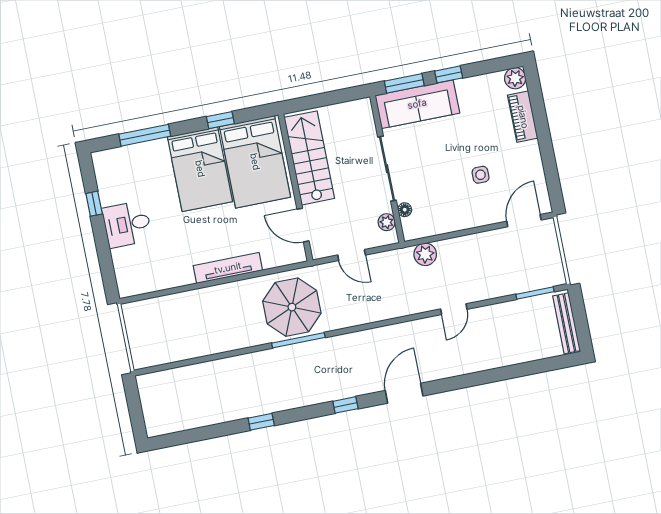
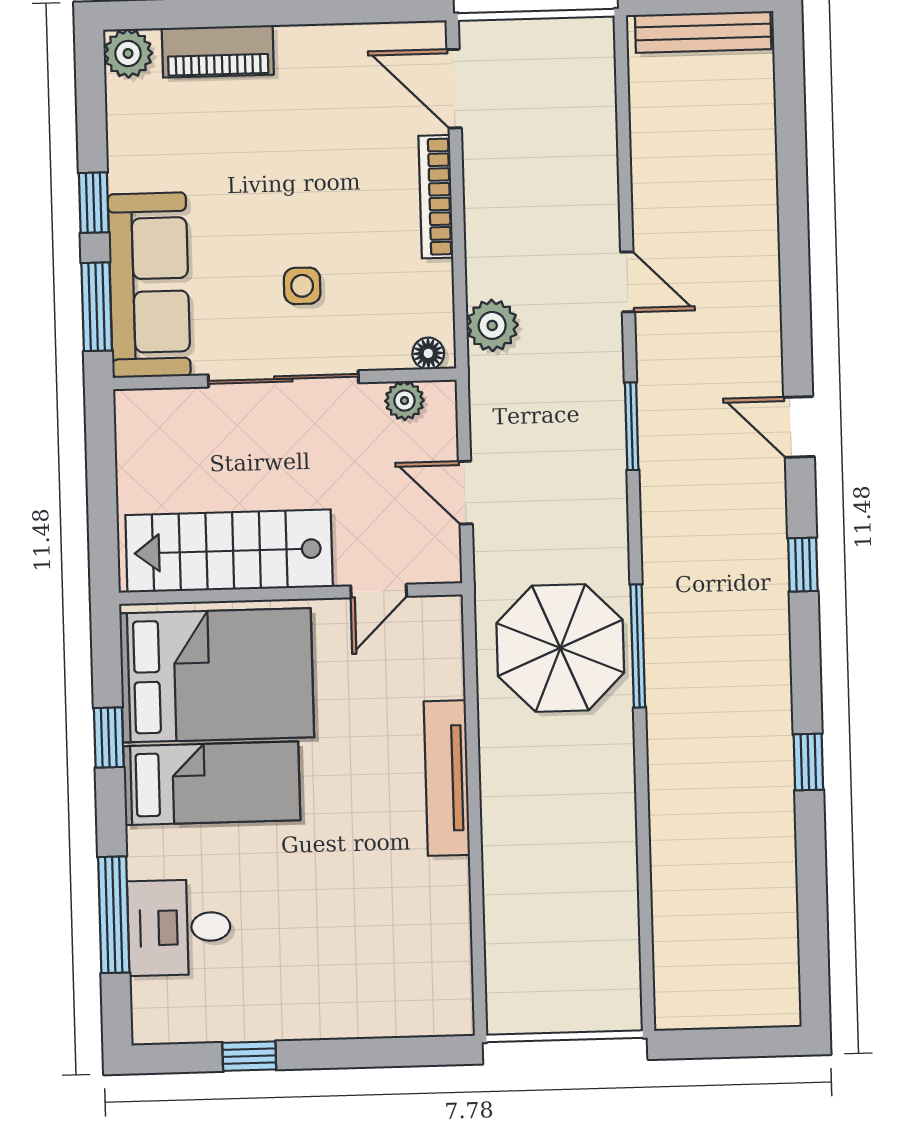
bed: (200, 169) -> (212, 783), width x0.67
side table: (481, 175) -> (302, 286), moved
floor lamp: (405, 210) -> (428, 353), moved
bookcase: (476, 221) -> (436, 197), added
desk: (127, 224) -> (179, 927), moved, turned 90
door: (303, 225) -> (379, 591), width x0.73
door: (352, 255) -> (465, 493), swing flipped
window: (535, 293) -> (632, 426), moved
door: (404, 393) -> (799, 427), width x0.73

